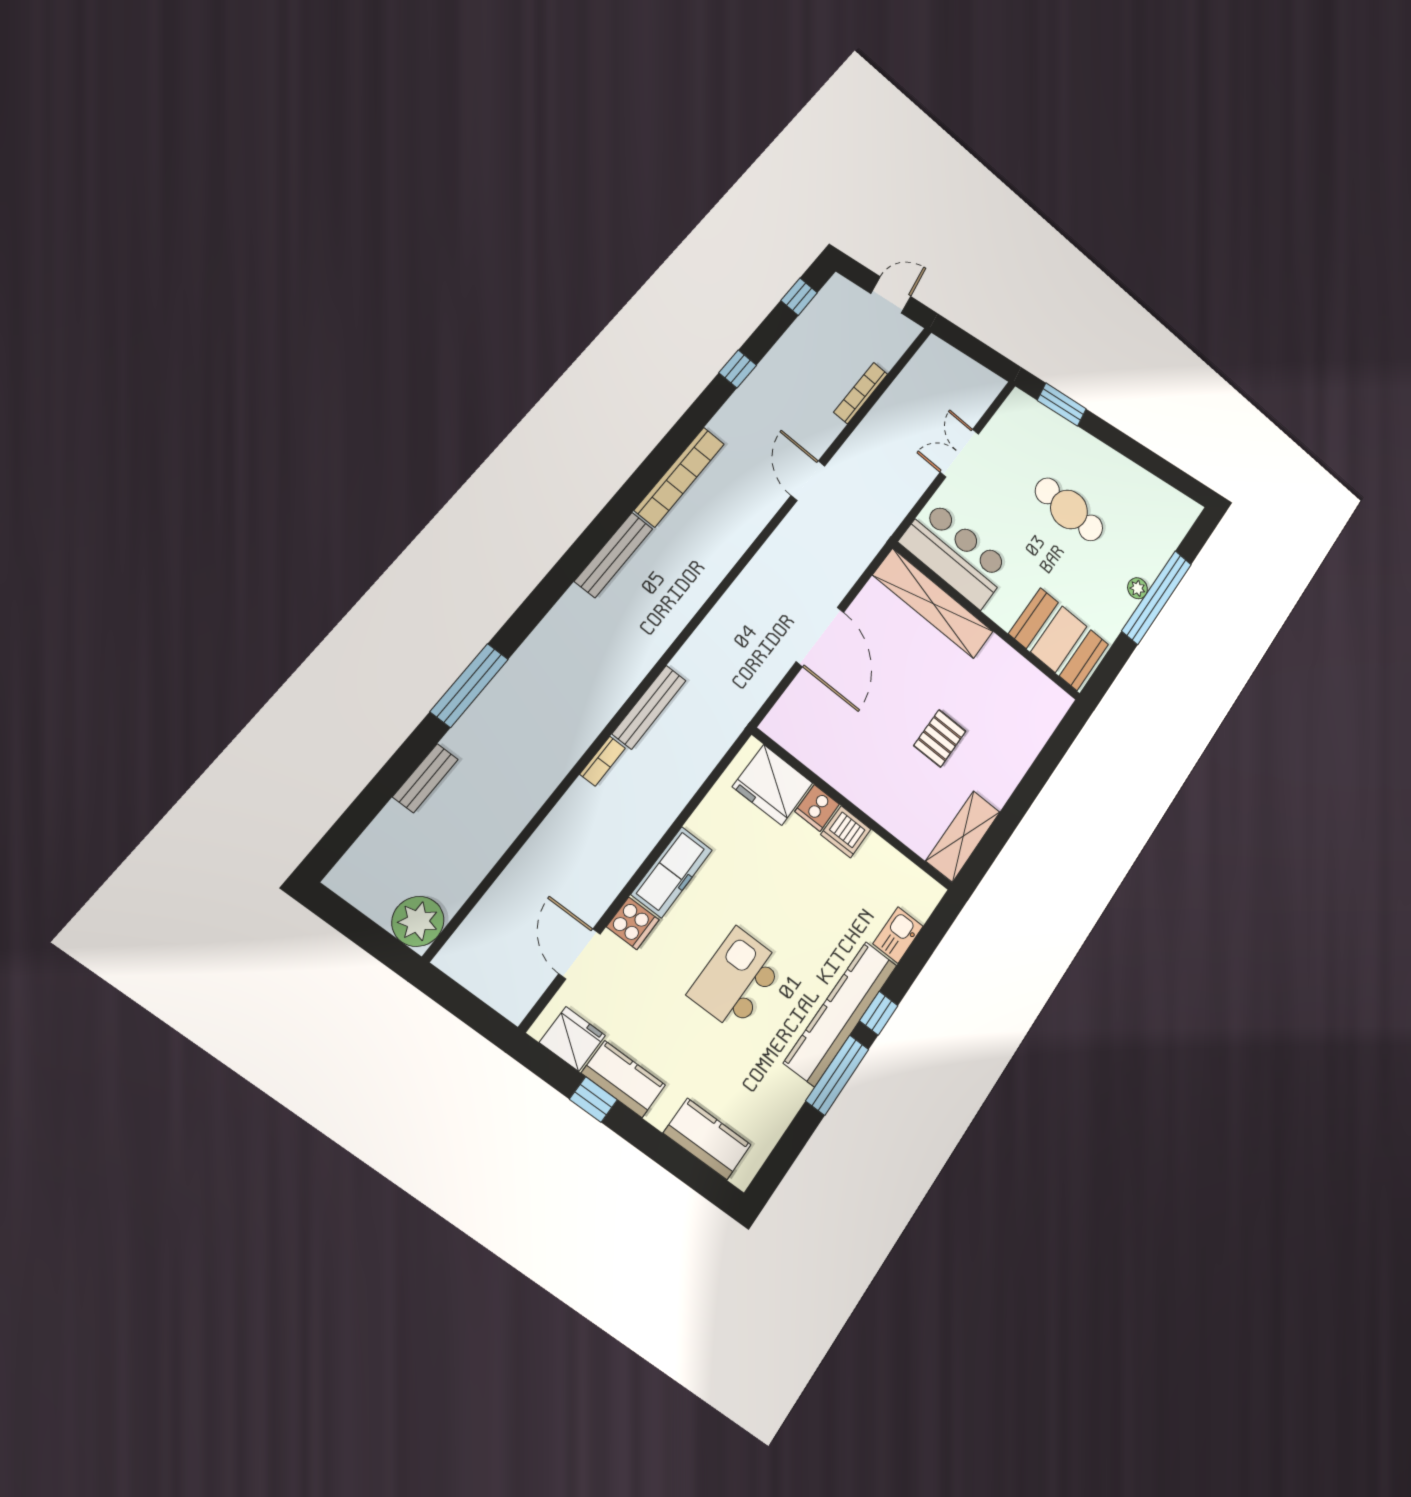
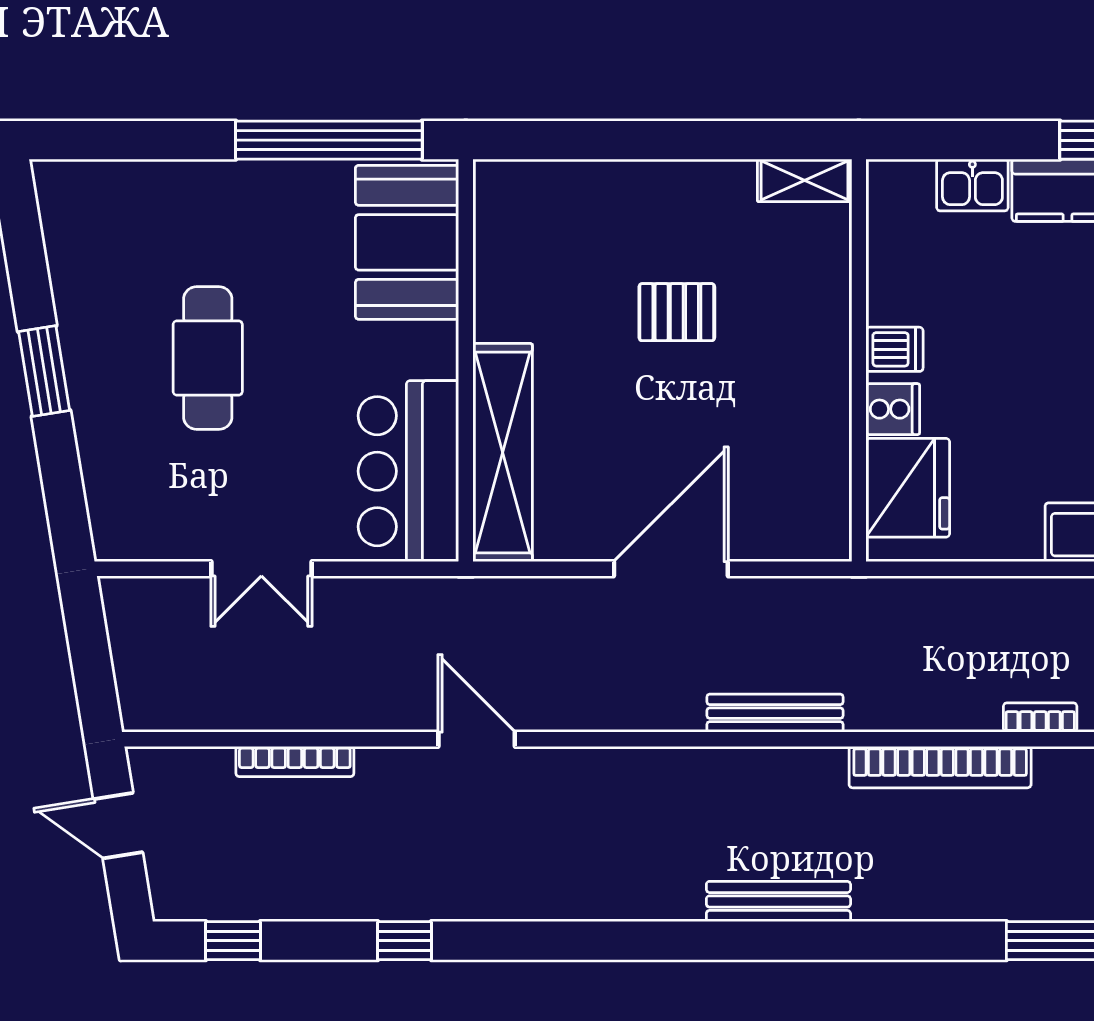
window: (1062, 405) -> (44, 371), moved
bookcase: (680, 477) -> (940, 767), moved, turned 180
door: (808, 481) -> (477, 739), swing flipped
plant: (1137, 588) -> (238, 178), removed
window: (1157, 597) -> (329, 140), moved
bench: (649, 707) -> (775, 713), moved
dishwasher: (846, 832) -> (895, 349), width x0.73
shelving: (963, 836) -> (805, 180), width x0.67, depth x0.75

